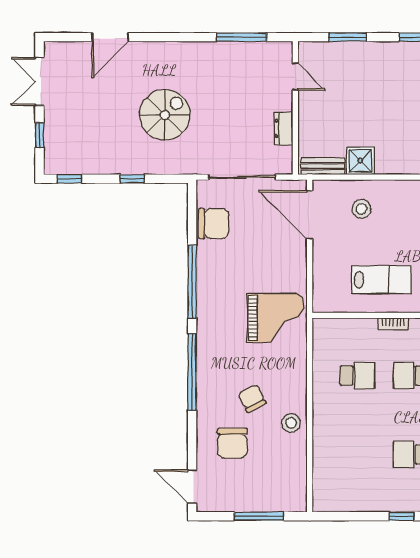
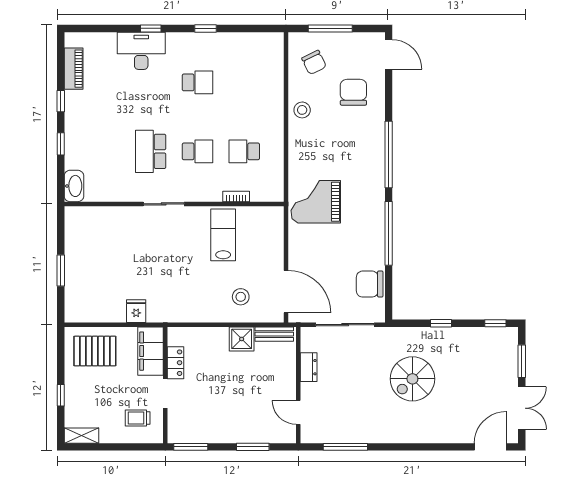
door: (110, 37) -> (490, 447), moved
window: (40, 135) -> (522, 361), width x1.50
lab bench: (382, 280) -> (223, 235), turned 90
bookcase: (393, 324) -> (236, 196), moved
chair: (252, 398) -> (314, 62), moved

